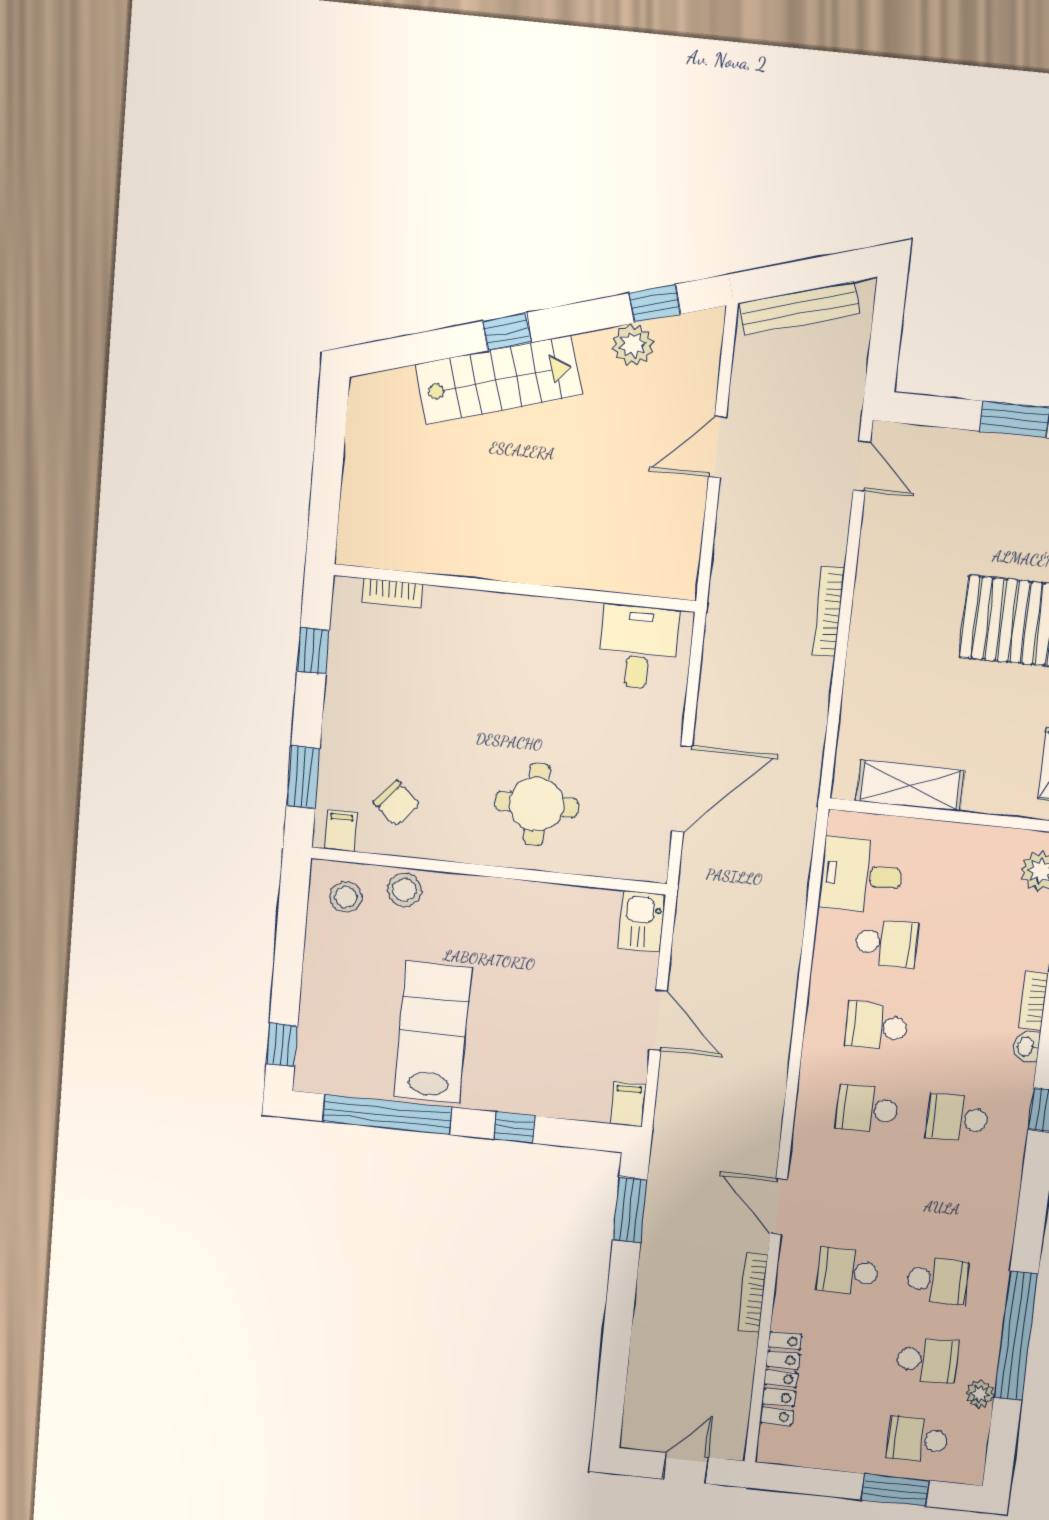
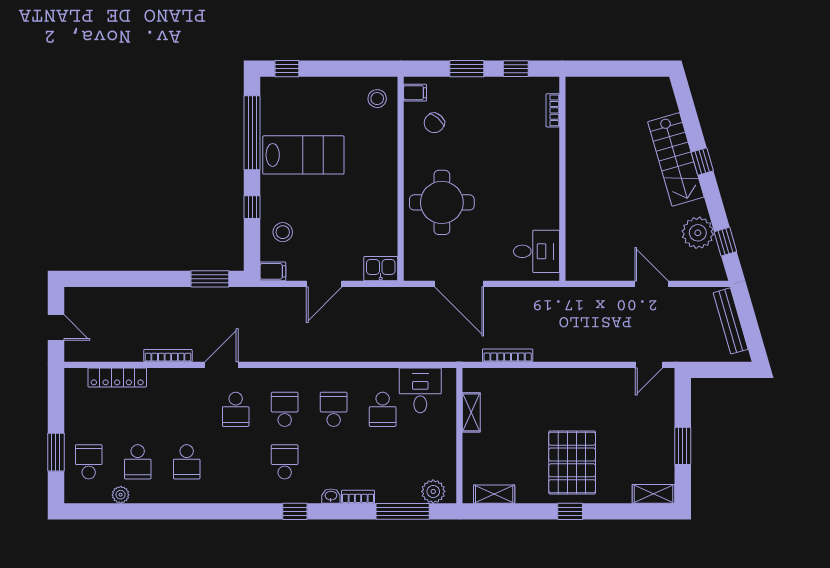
plant: (633, 345) -> (698, 233), width x1.36, depth x1.36
bookcase: (829, 612) -> (508, 355), moved
window: (303, 777) -> (467, 69), moved
shelving: (910, 786) -> (471, 412), width x0.67, depth x0.75
round table: (537, 804) -> (442, 202), width x1.36, depth x1.36
stool: (404, 890) -> (283, 232), moved
school desk: (848, 1271) -> (236, 409), moved, turned 180
window: (1016, 1336) -> (158, 511), removed

